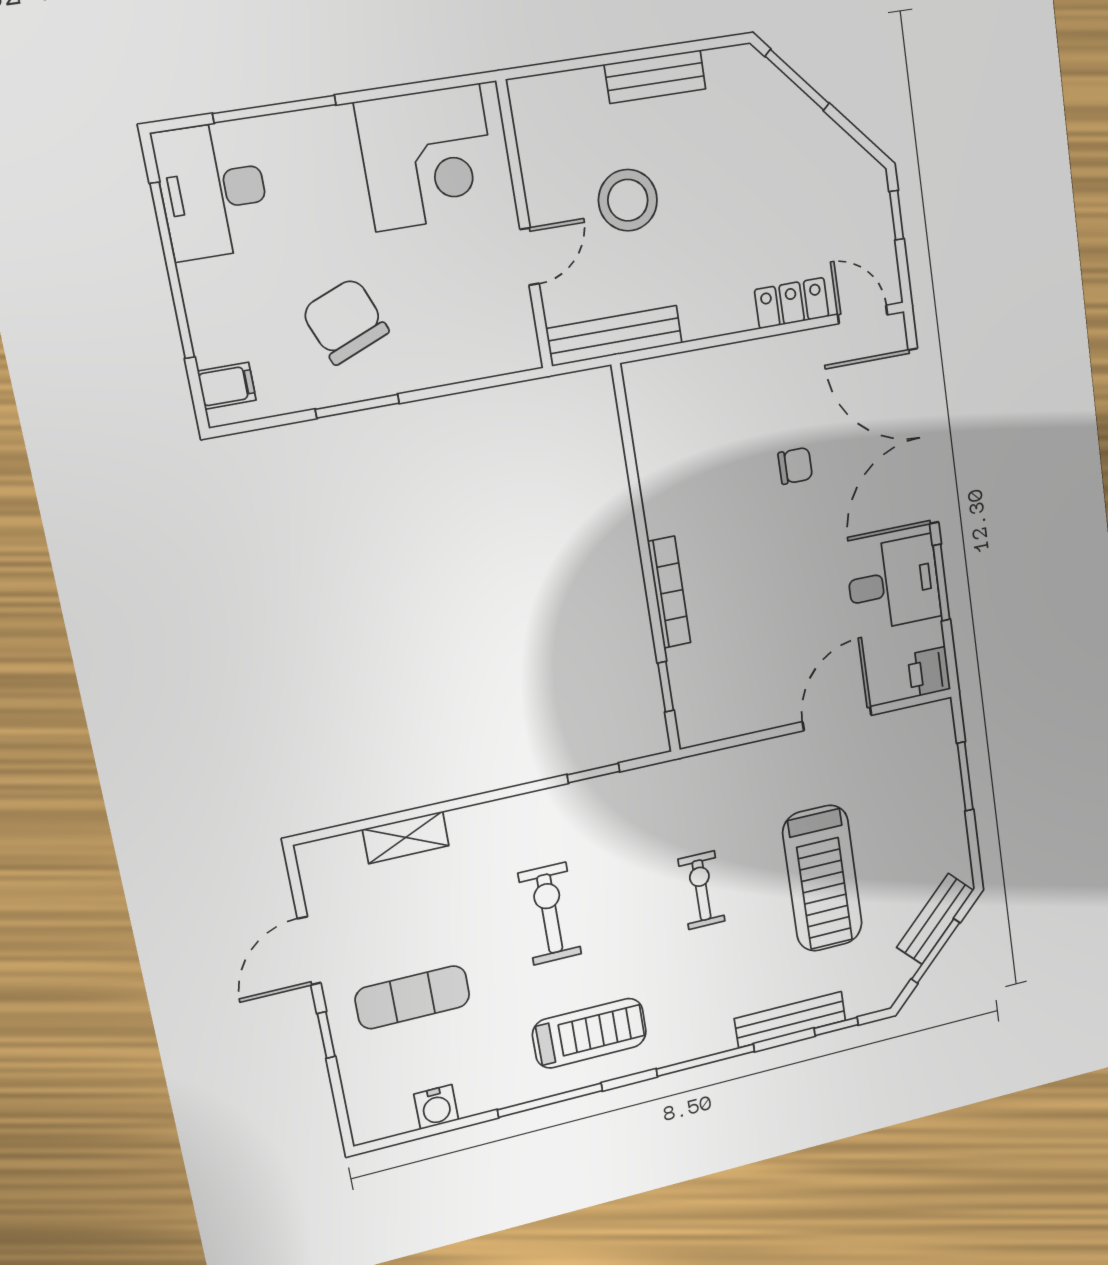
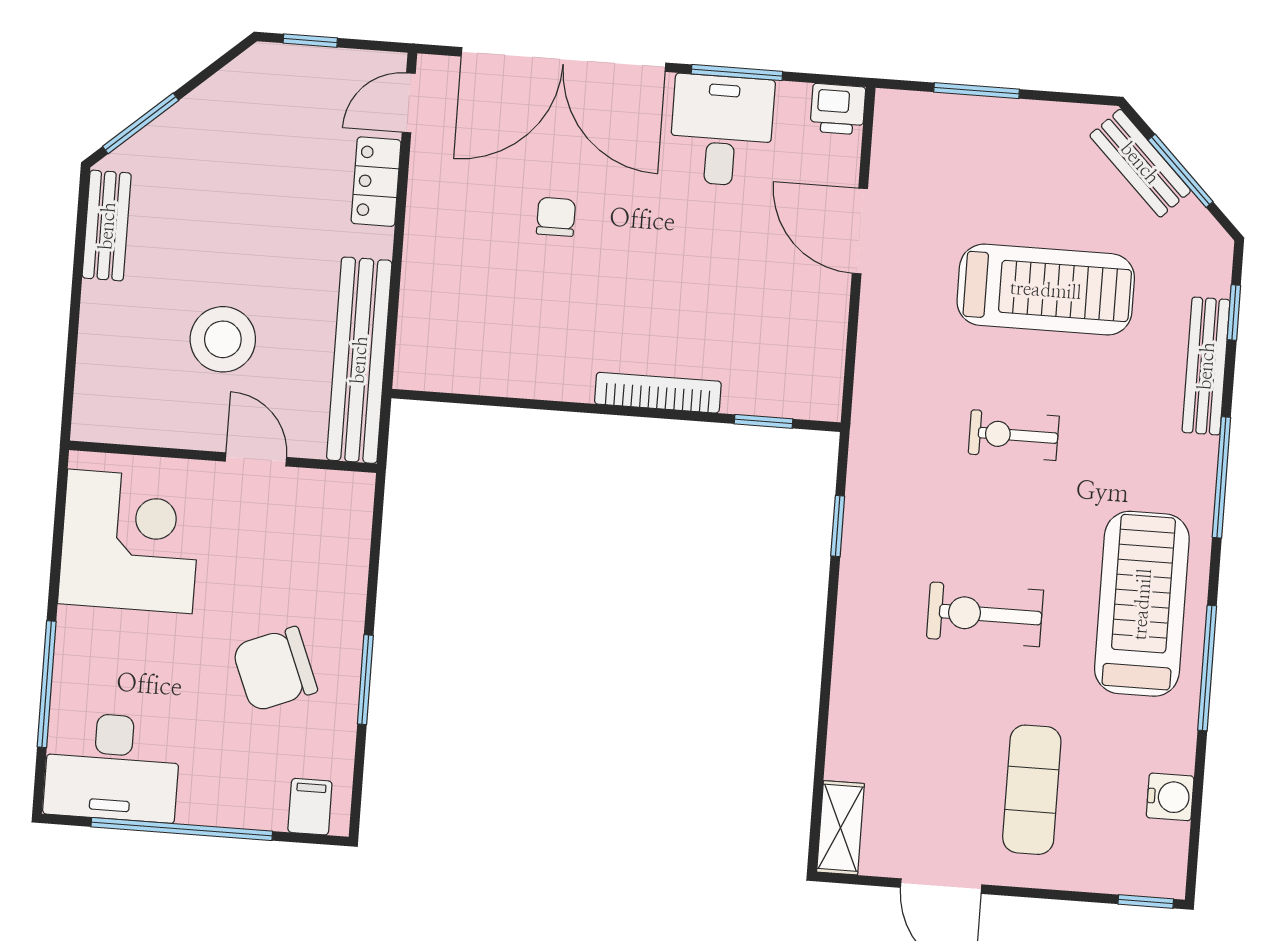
bench: (655, 77) -> (107, 226), moved
bench: (614, 336) -> (359, 360), width x1.37, depth x1.21
shelving: (406, 837) -> (840, 828), moved
treadmill: (590, 1033) -> (1142, 604), width x1.37, depth x1.37
window: (326, 1035) -> (1146, 901), moved

